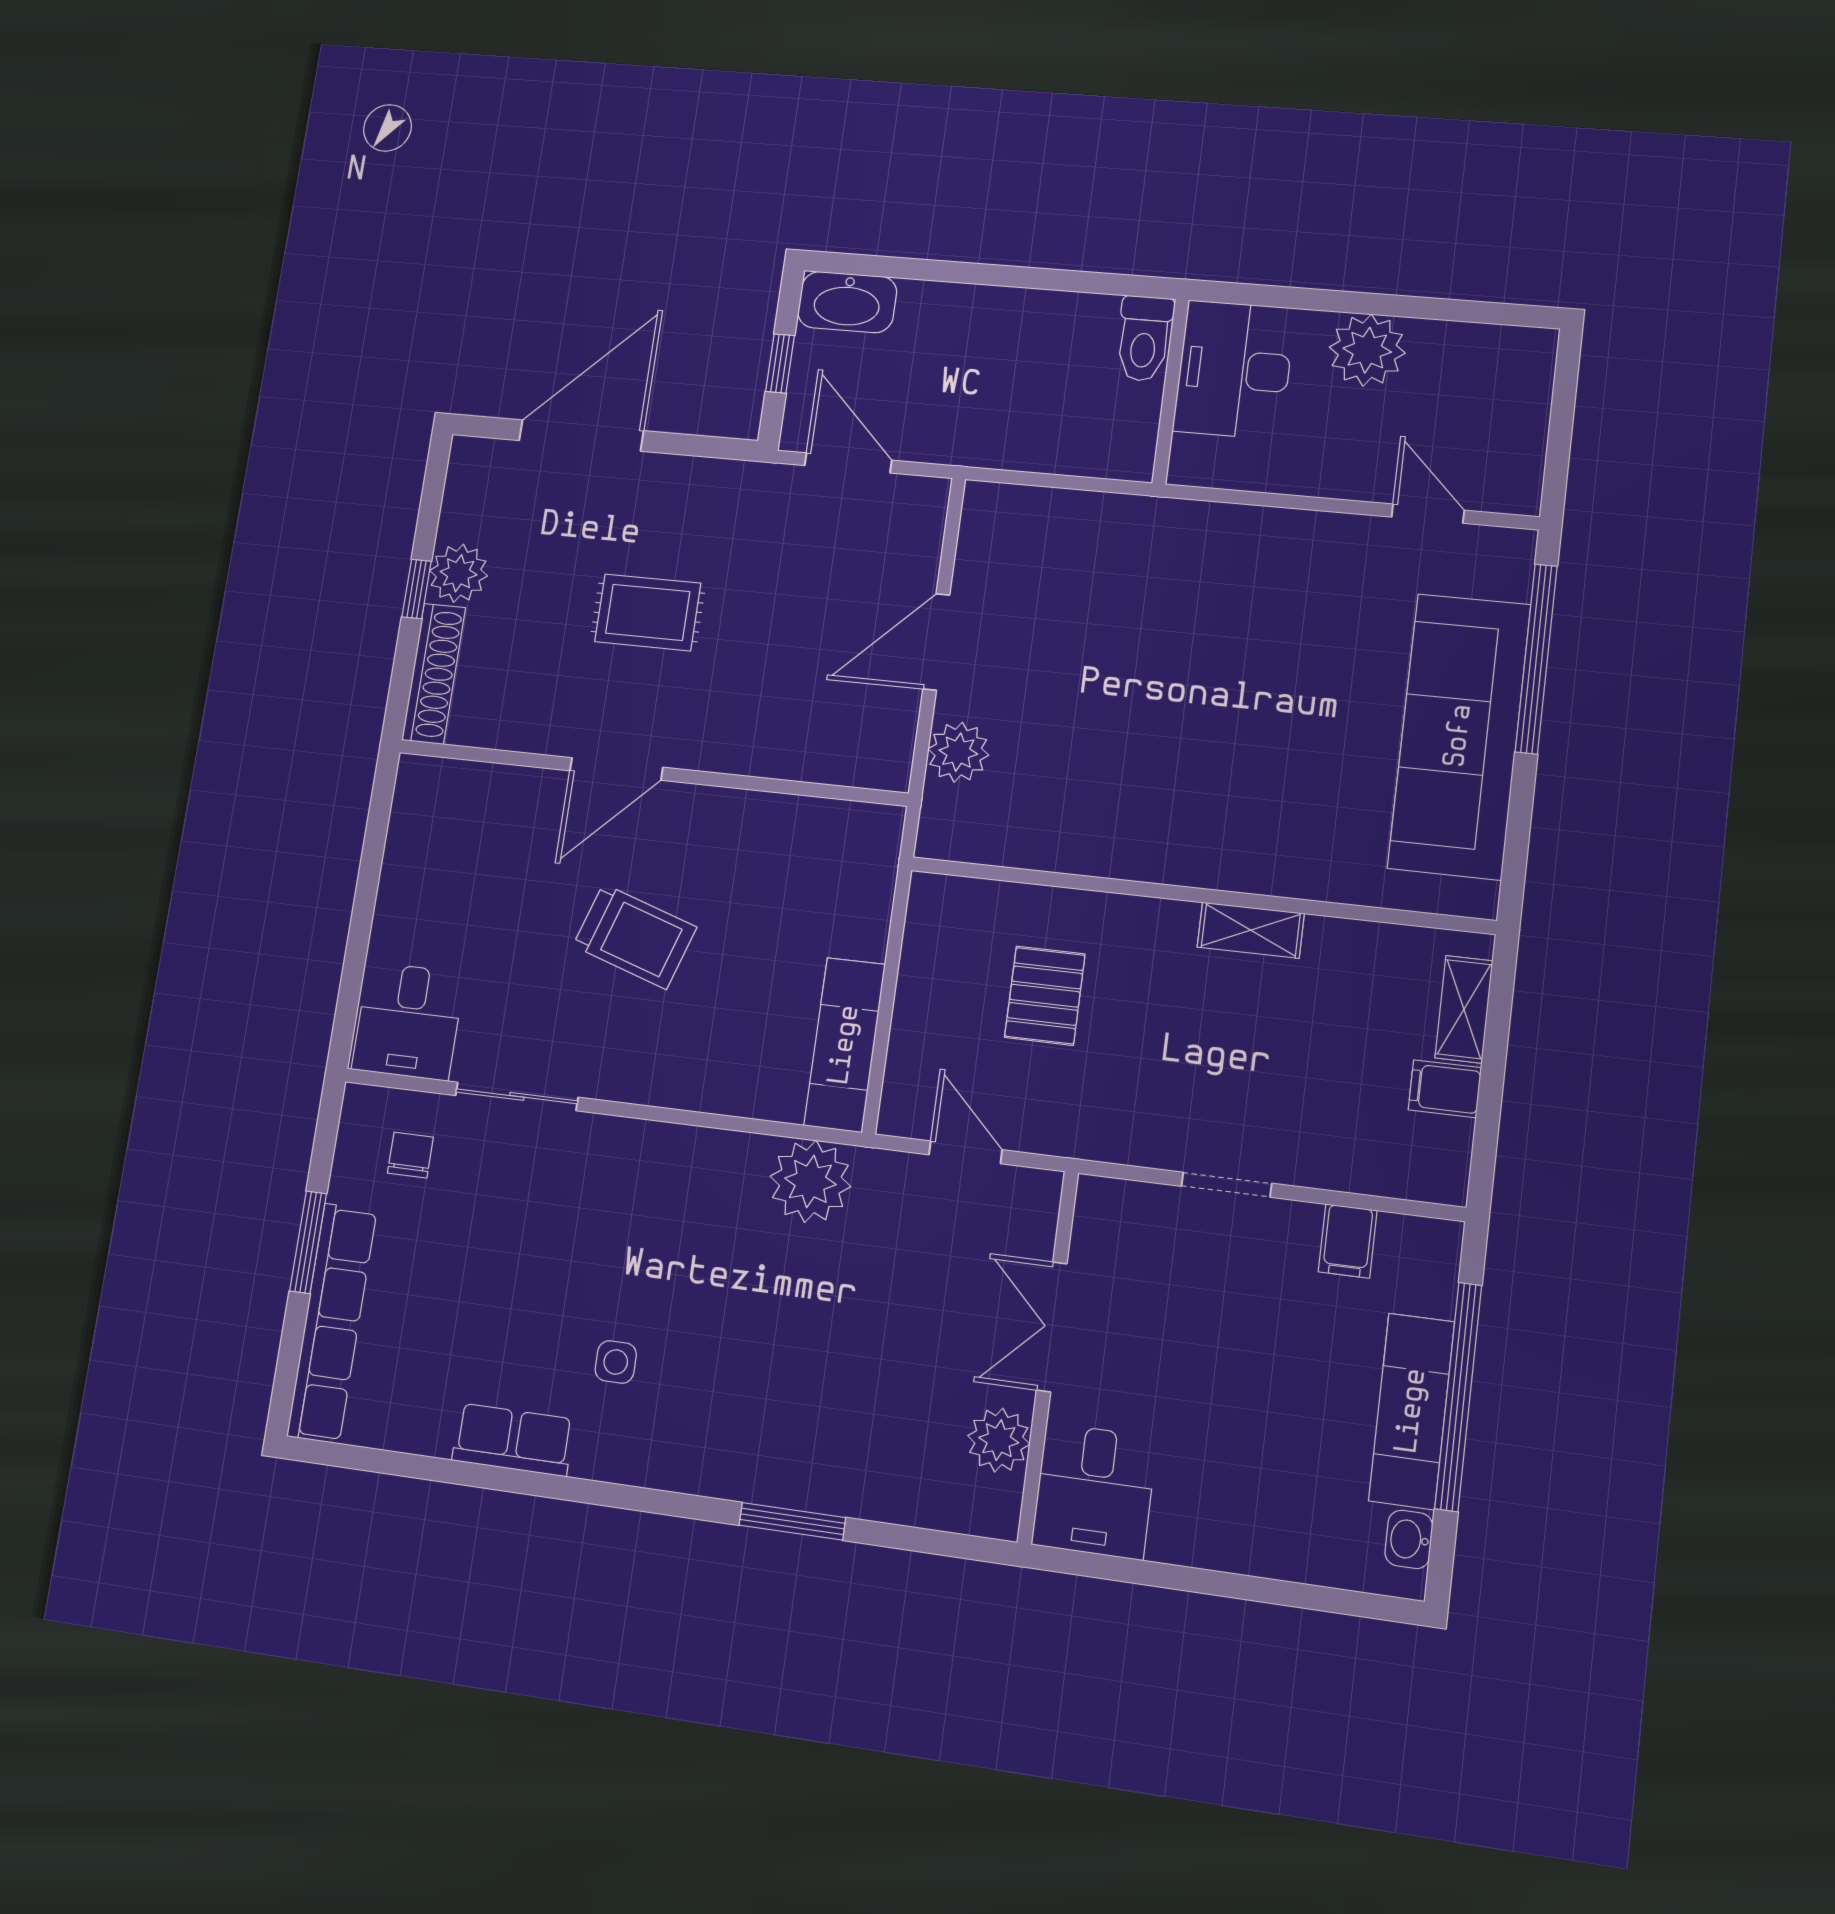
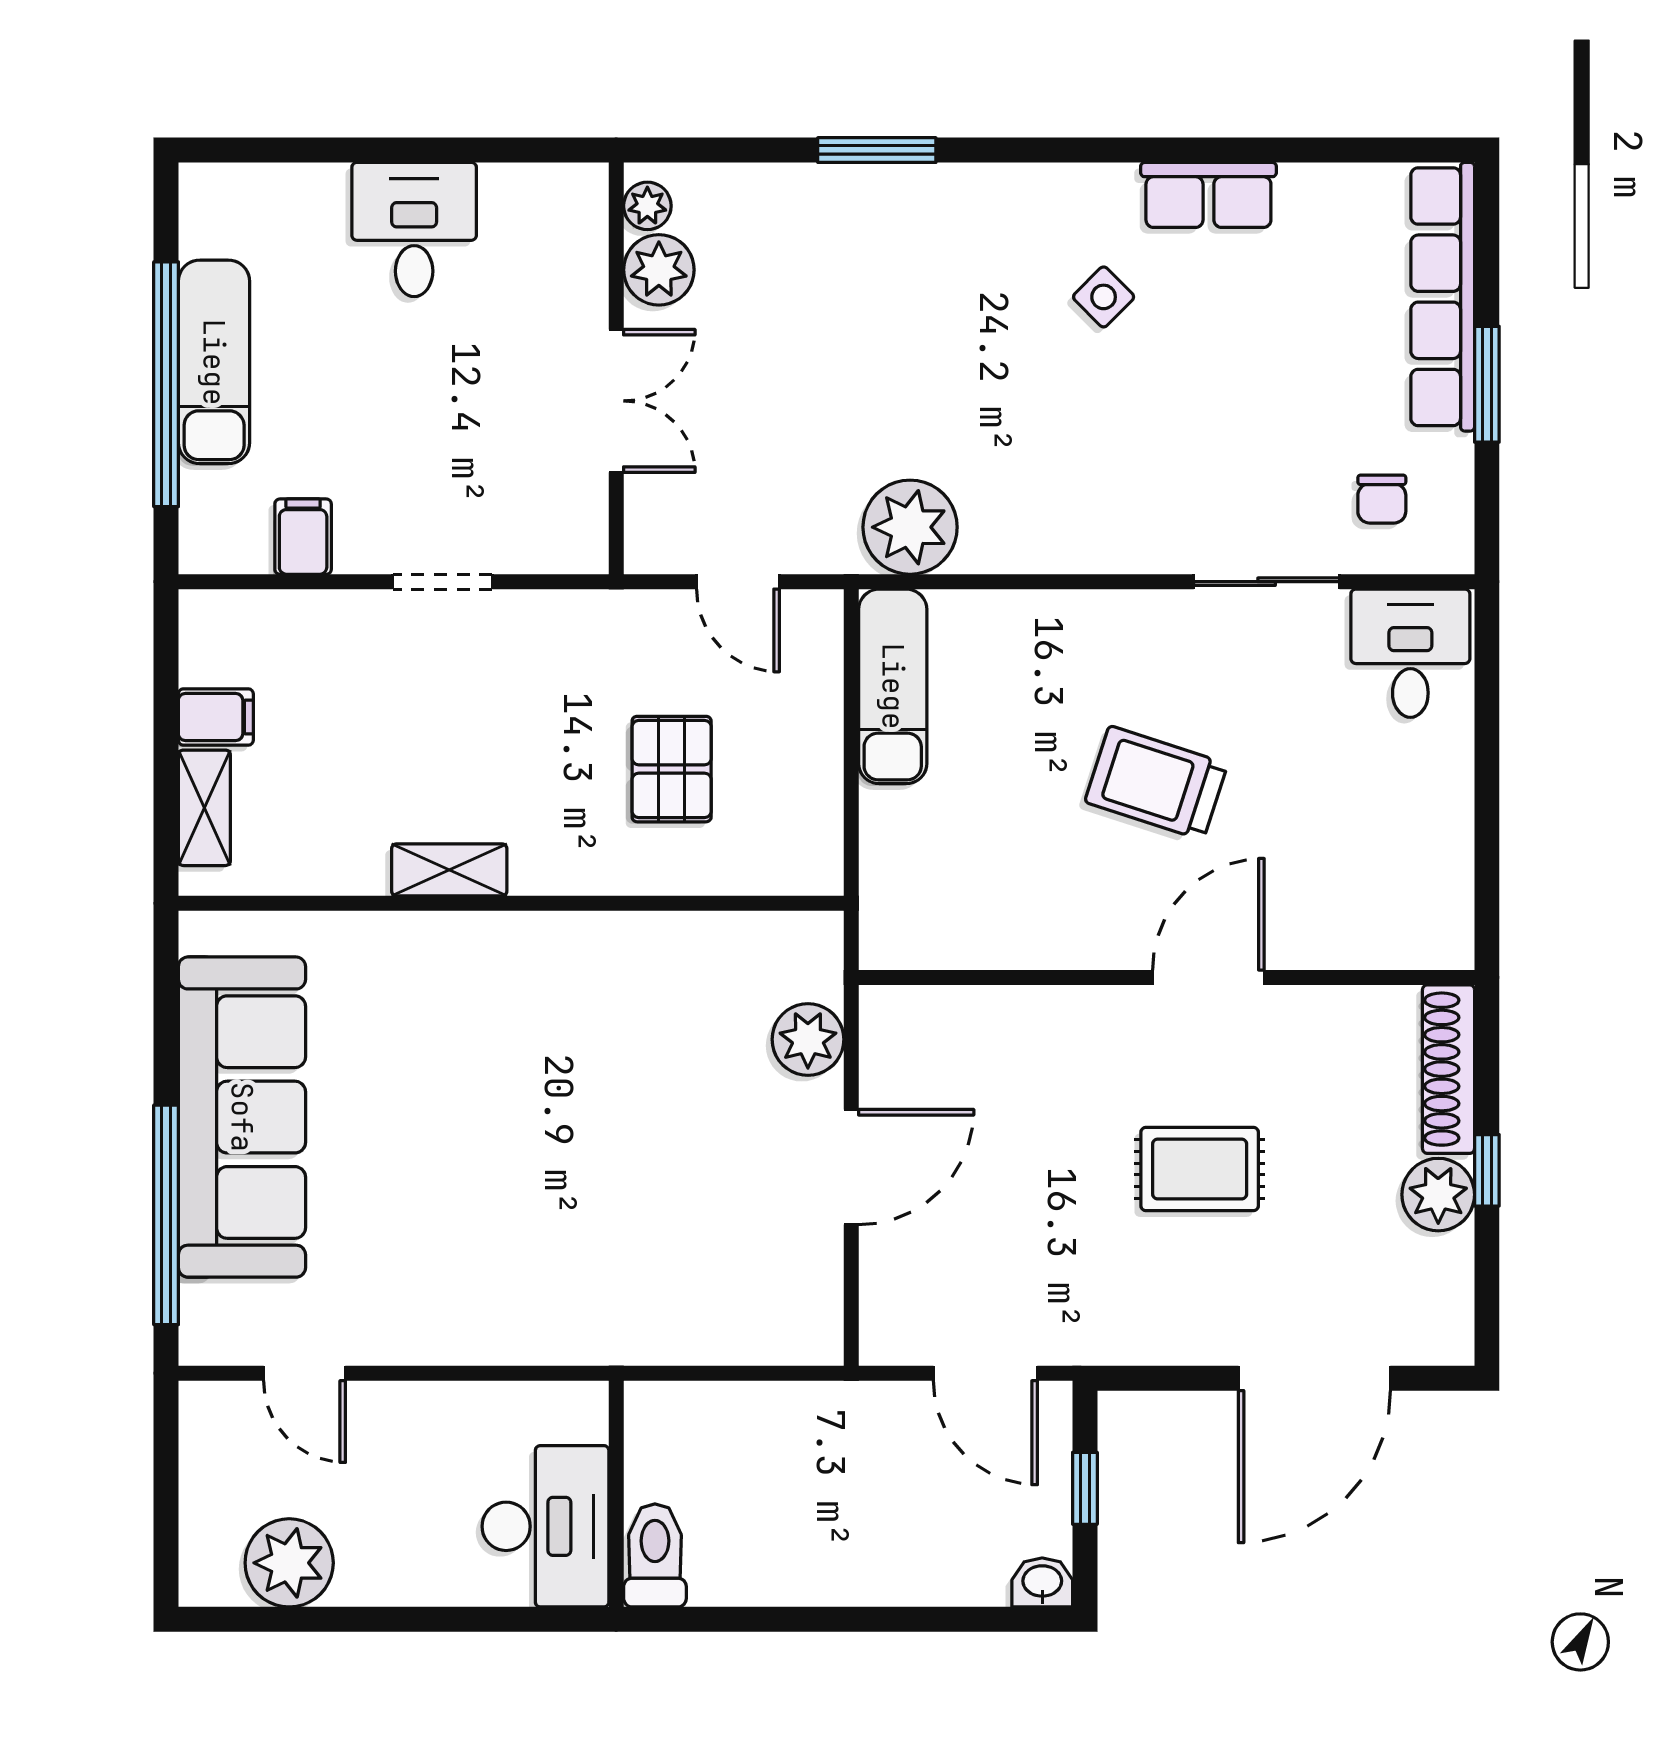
washbasin: (847, 302) -> (1042, 1582), width x0.52, depth x0.69
plant: (1367, 350) -> (289, 1563), moved
side table: (616, 1362) -> (1104, 297), turned 45
desk: (1094, 1491) -> (414, 230), moved
plant: (1001, 1500) -> (647, 206), added
washbasin: (1409, 1539) -> (202, 226), removed

